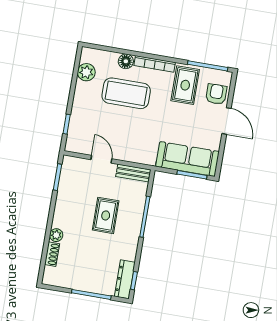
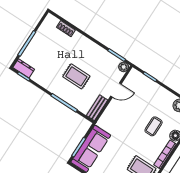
coffee table: (126, 93) -> (154, 126), width x0.54, depth x0.58
plant: (56, 235) -> (124, 67), moved
dresser: (125, 279) -> (24, 68), width x0.70

